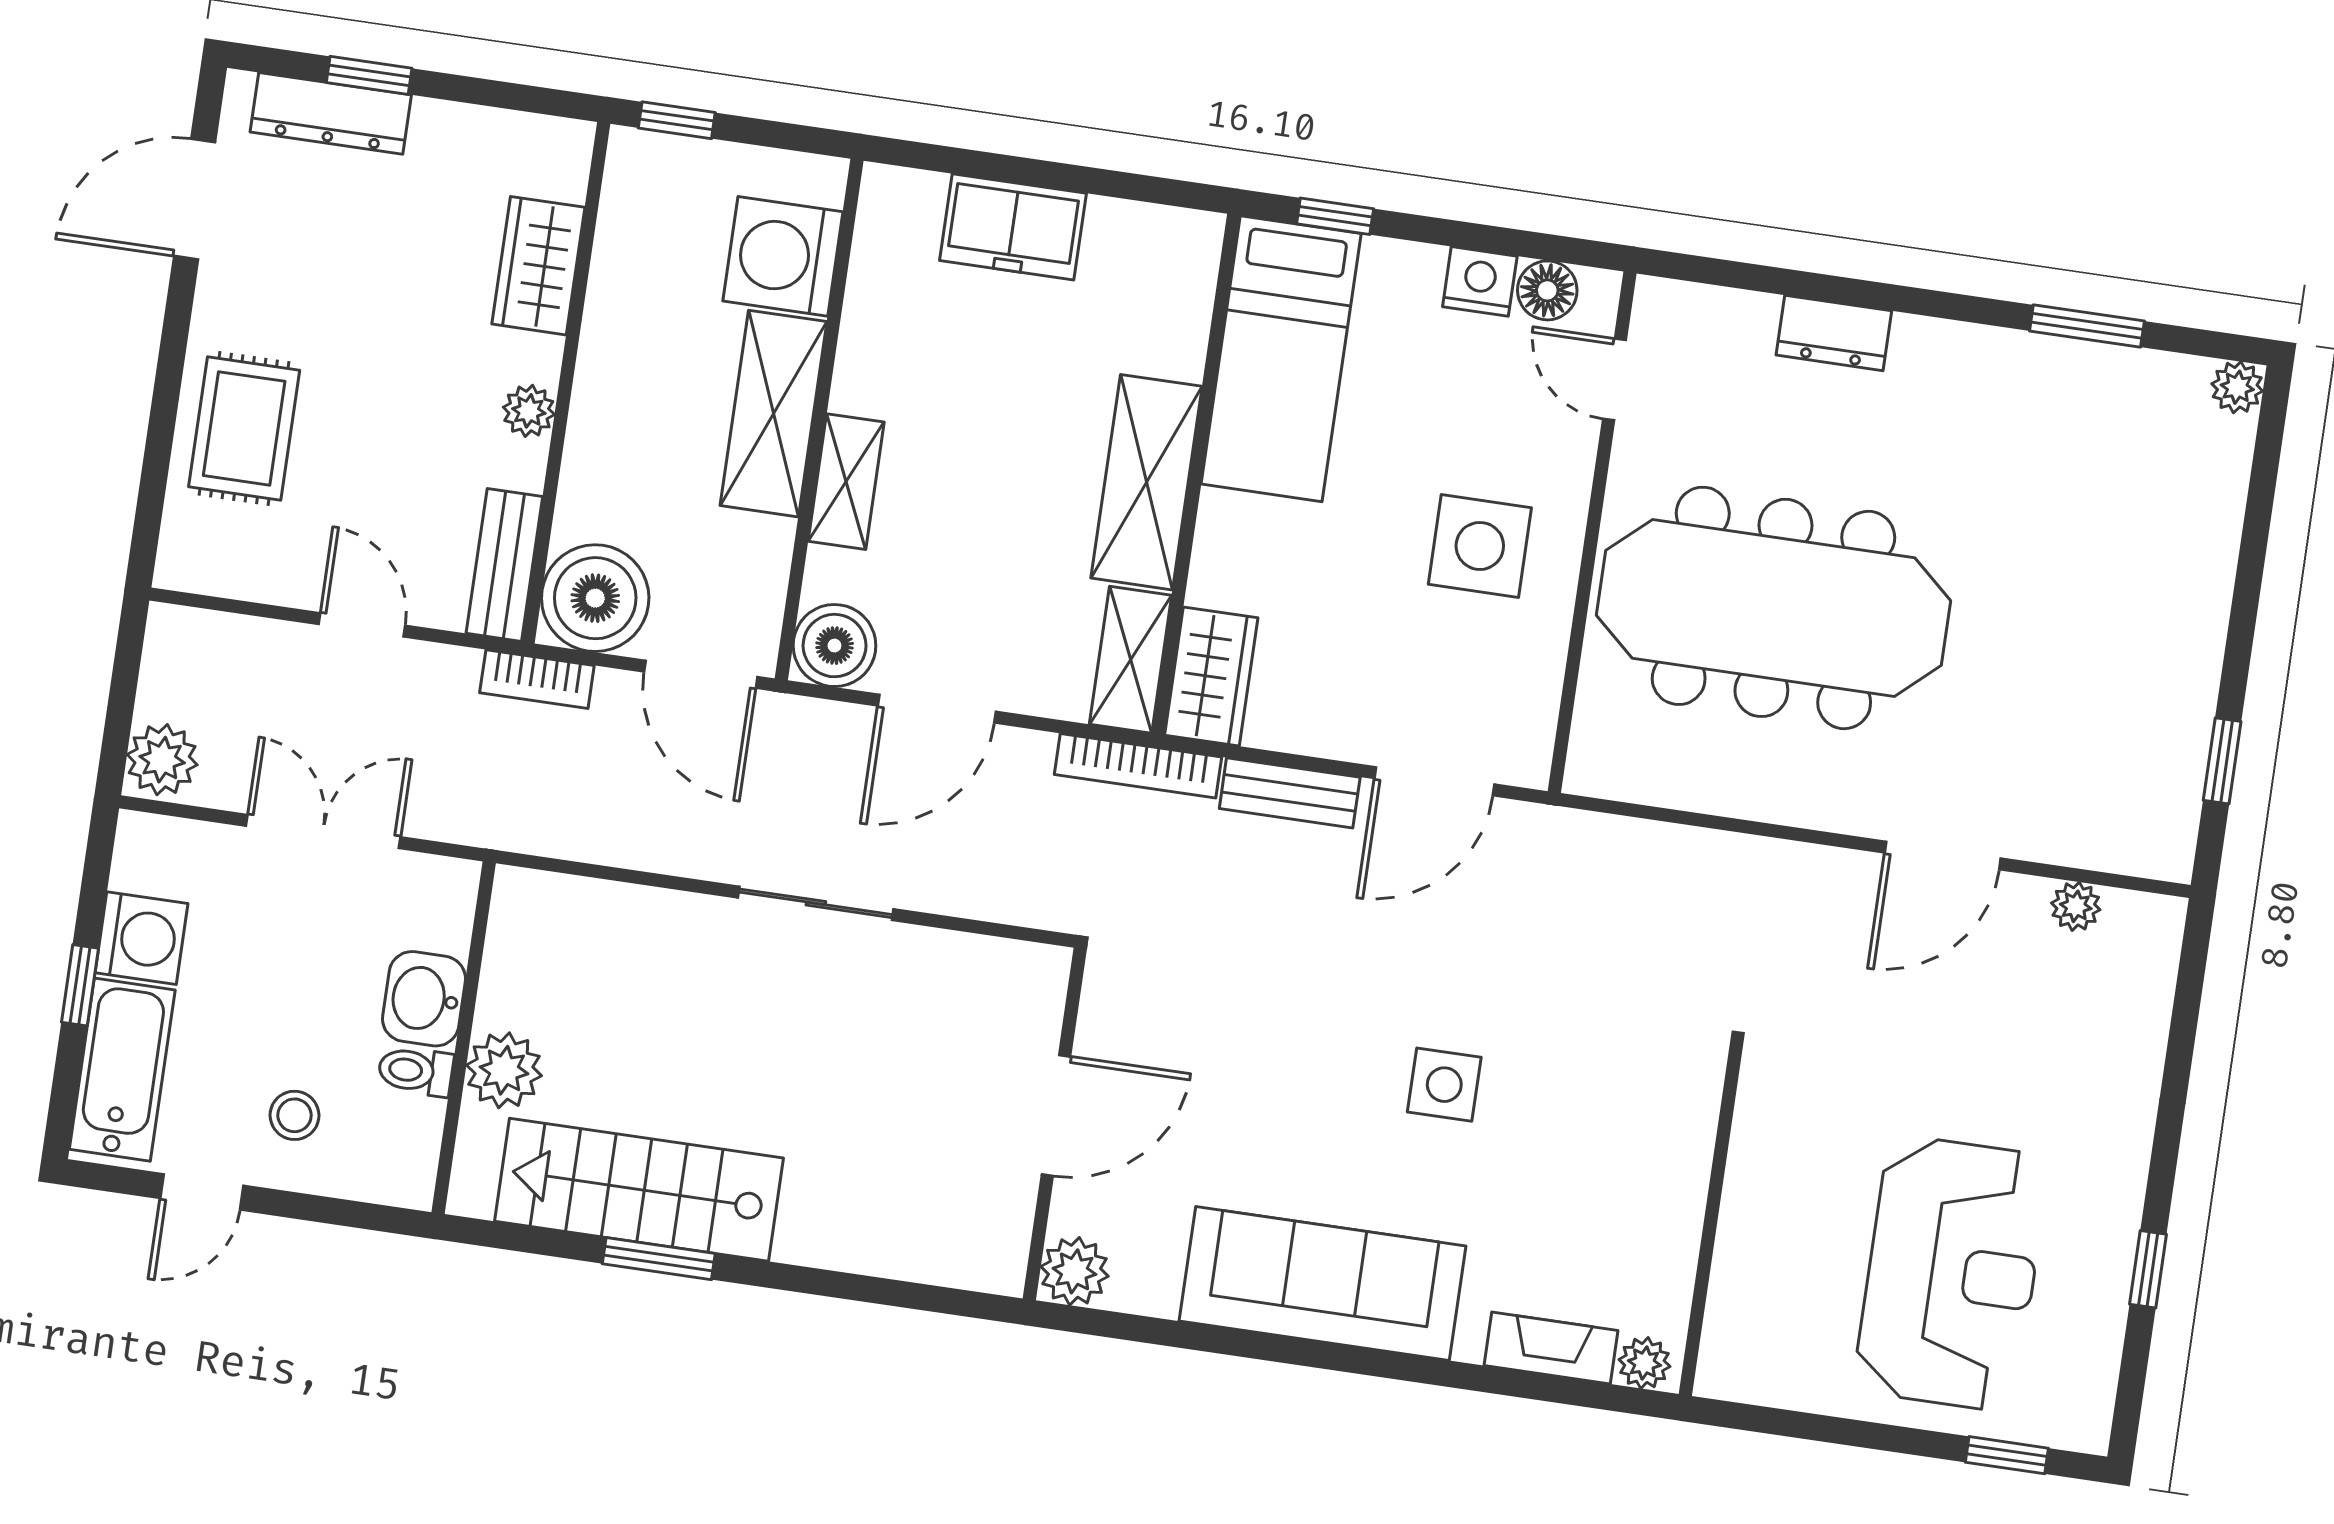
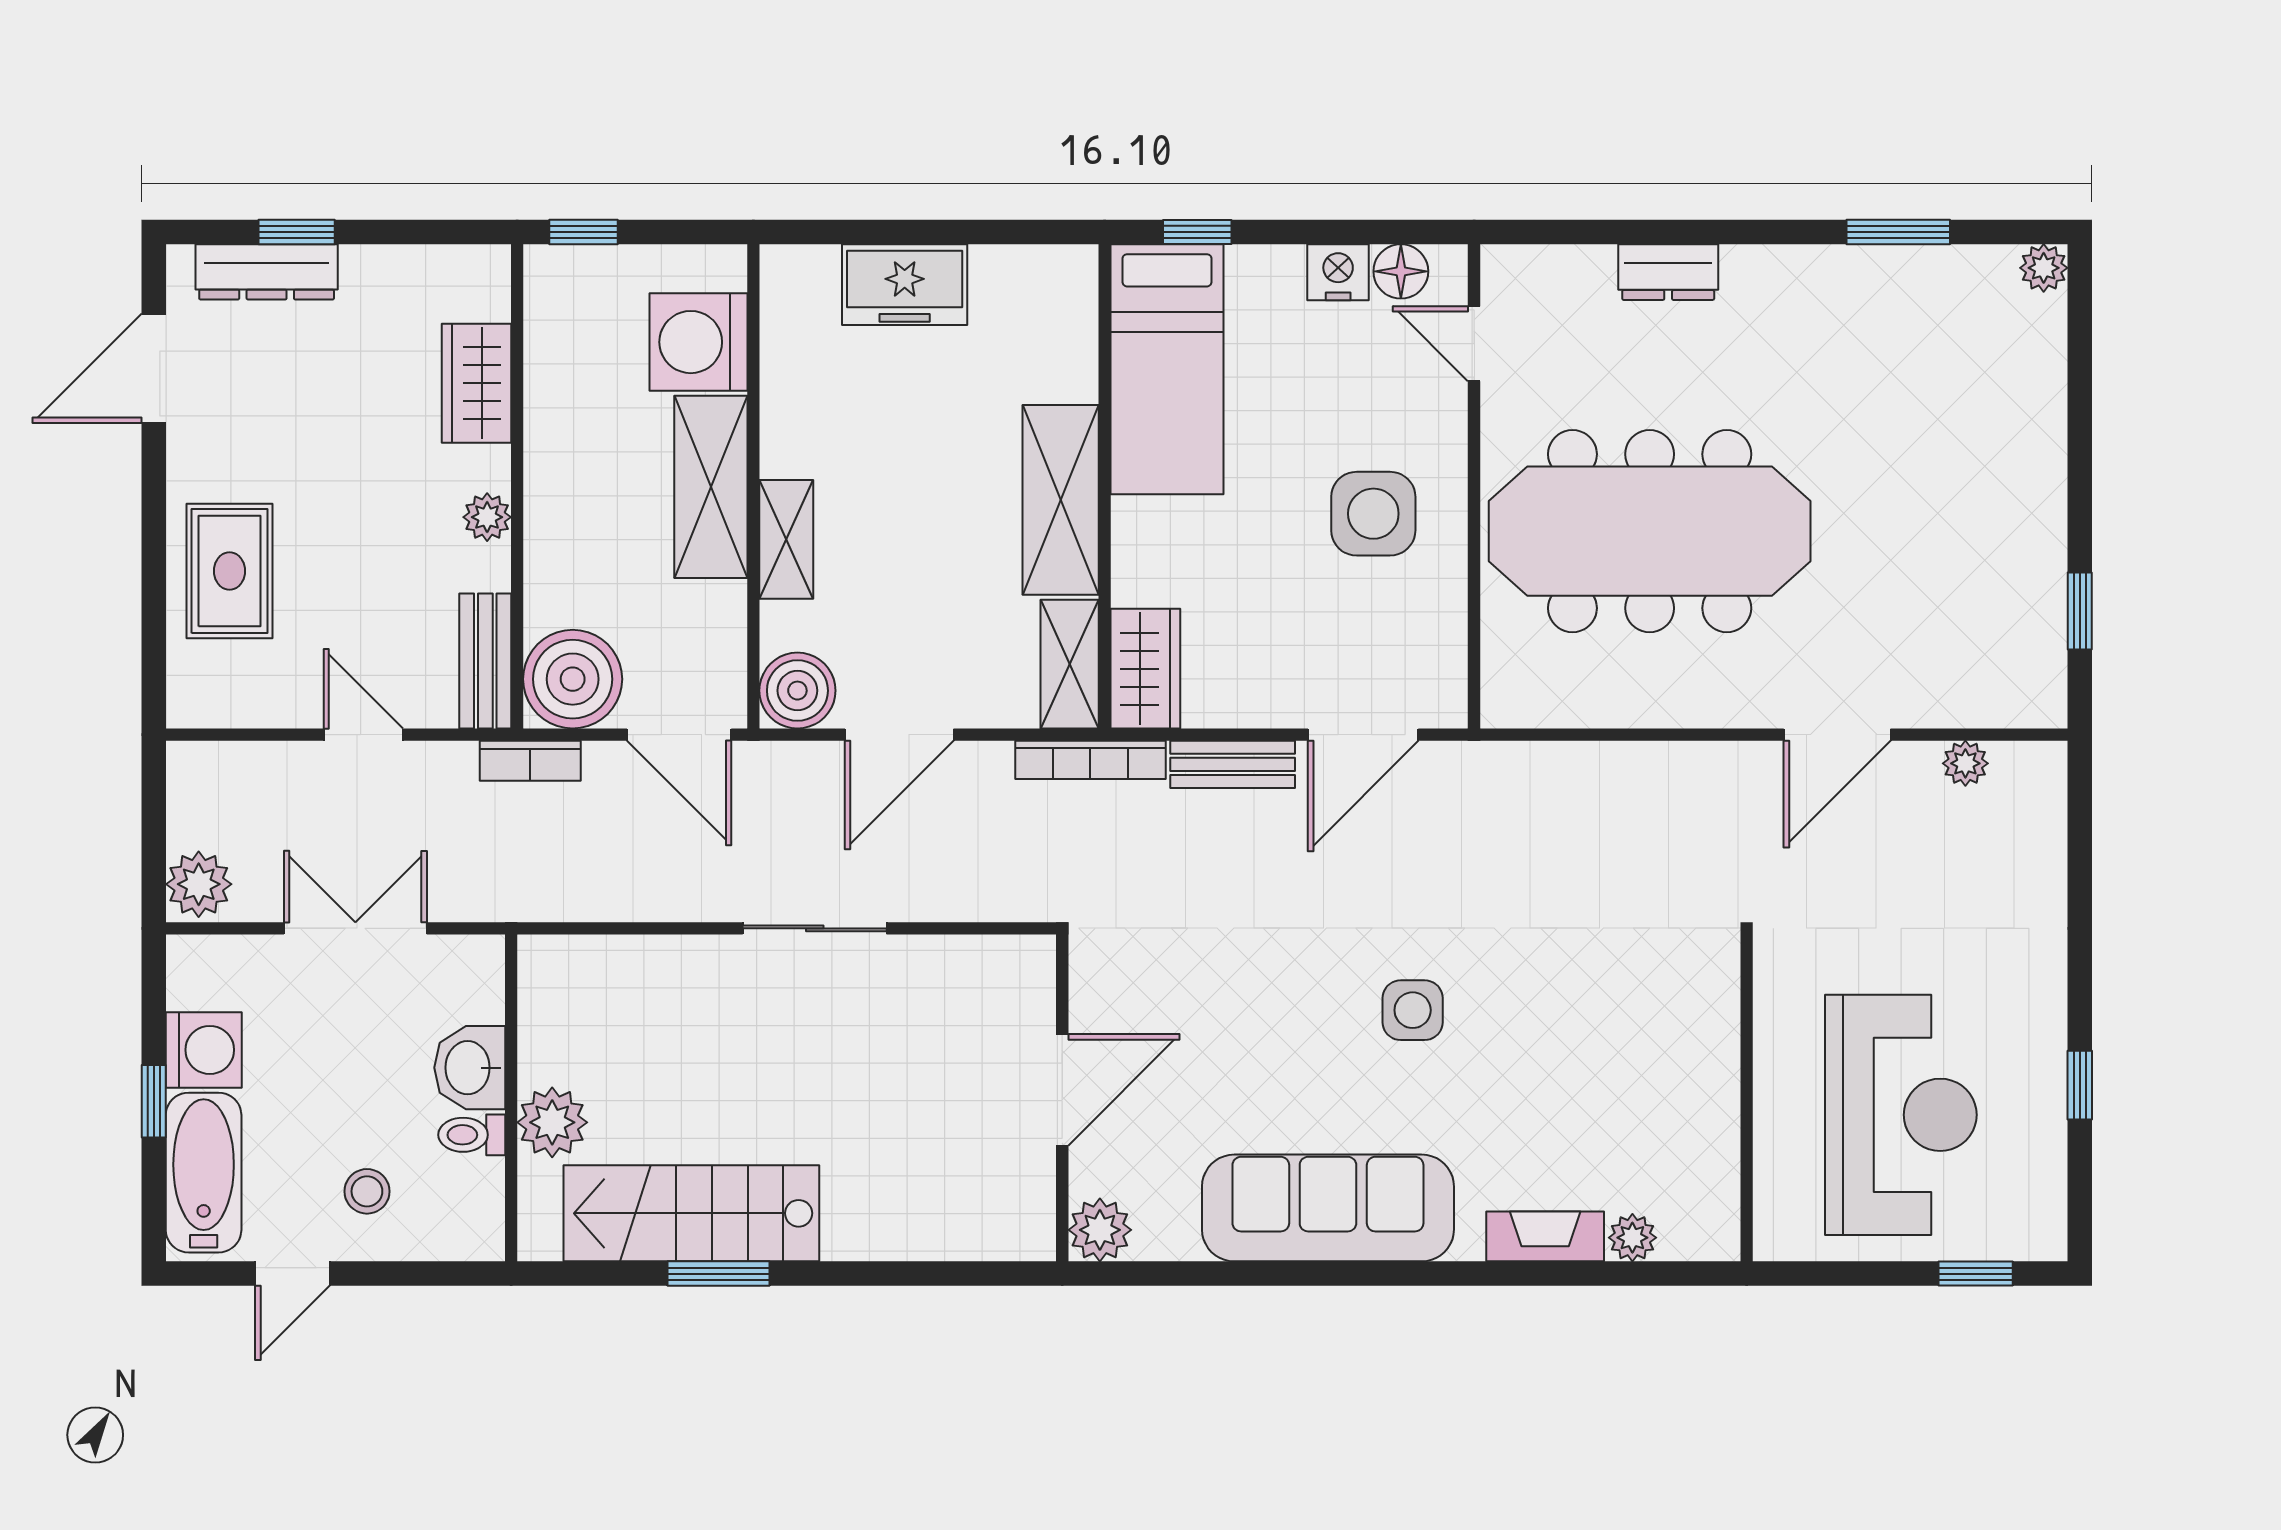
wall: (1711, 1220) -> (1747, 1098), moved

